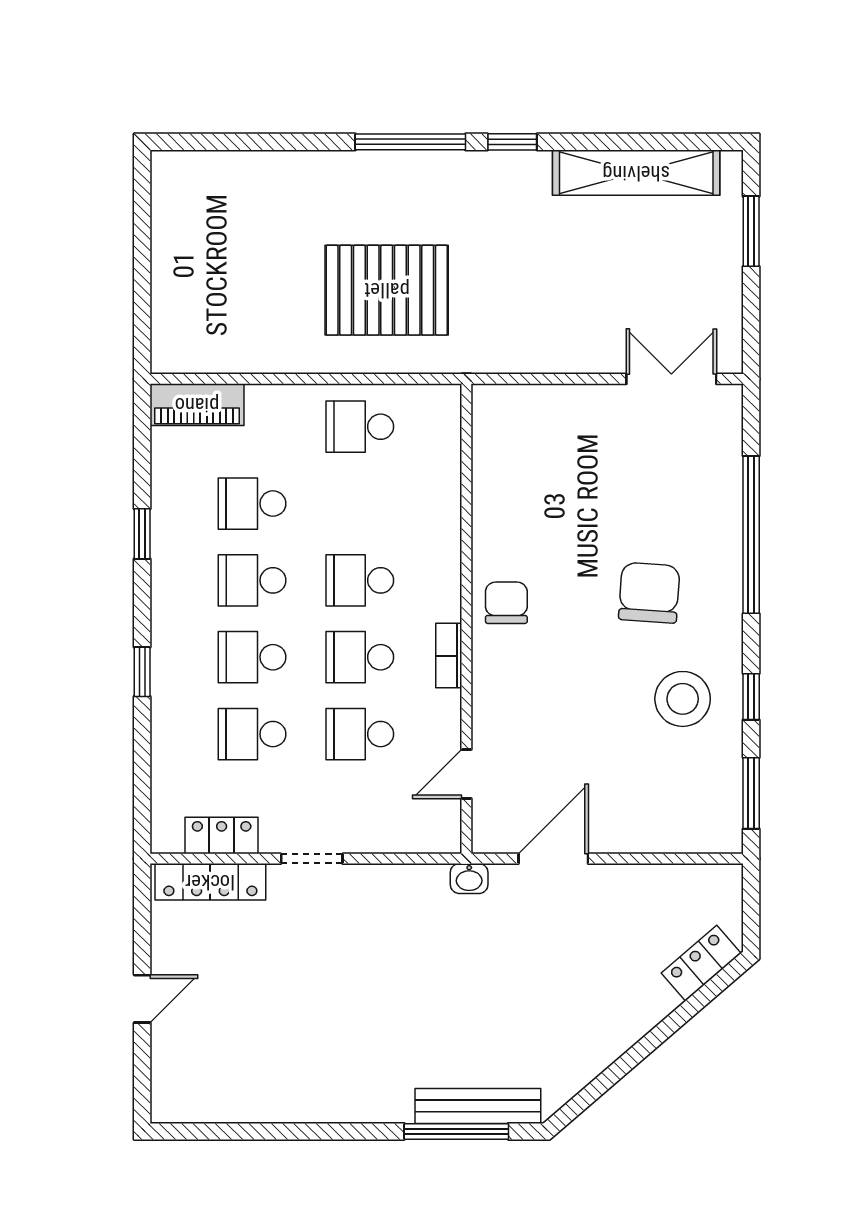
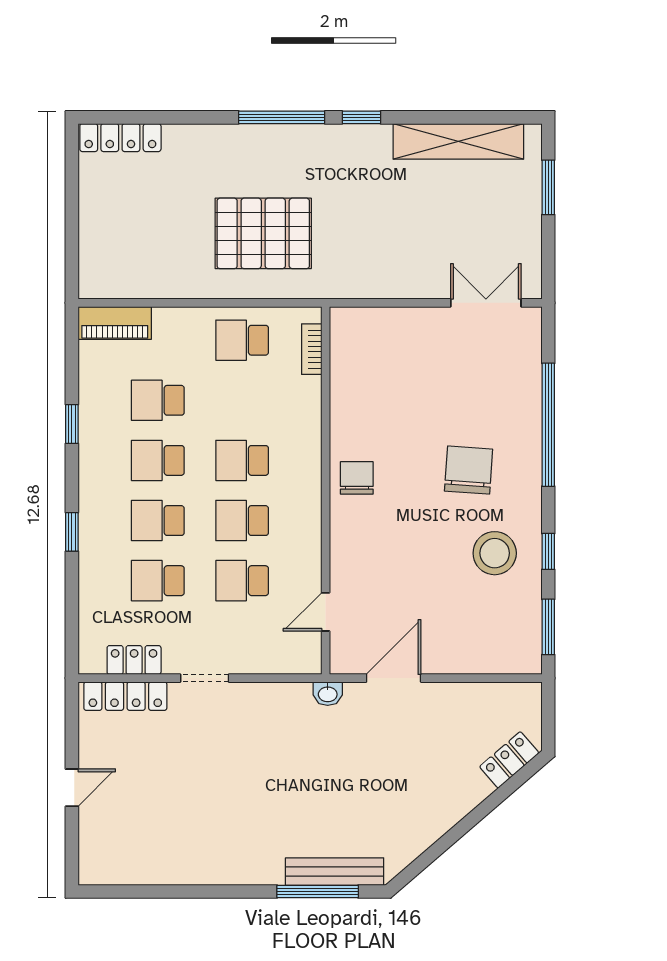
locker: (204, 168) -> (120, 138), added
bookcase: (449, 656) -> (312, 349), moved

